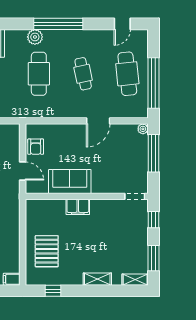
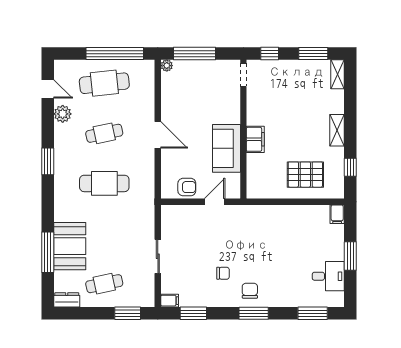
window: (58, 24) -> (48, 161), width x0.47
plant: (35, 37) -> (63, 114), moved
door: (98, 121) -> (158, 135), moved
shelving: (97, 279) -> (337, 130), moved

